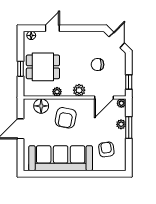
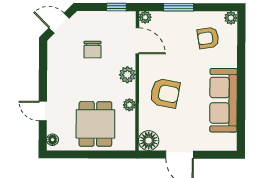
window: (21, 69) -> (98, 154), removed
floor lamp: (41, 106) -> (149, 141), moved
plant: (121, 124) -> (231, 18), moved
sofa: (61, 158) -> (224, 100), width x0.74, depth x0.79

